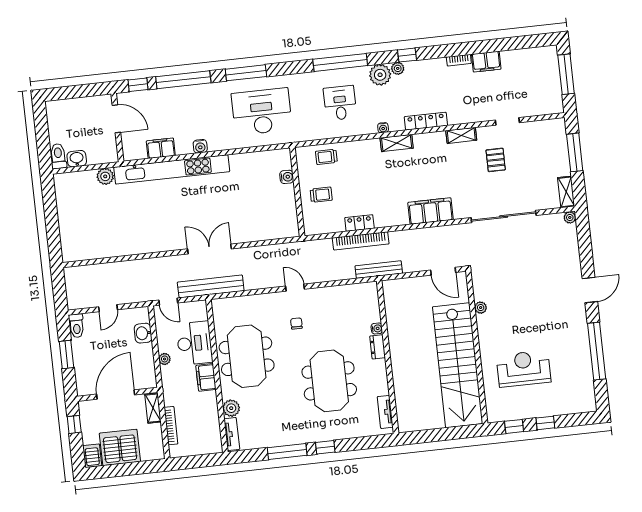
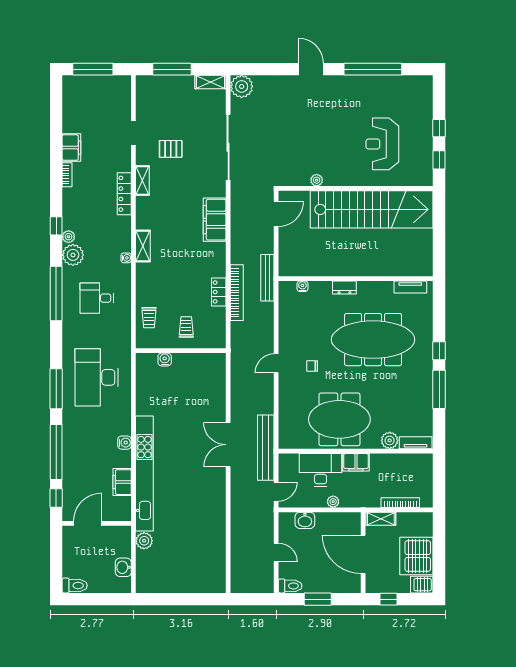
locker: (426, 121) -> (124, 194), moved
toilet: (58, 156) -> (75, 585), moved, turned 180
plant: (570, 217) -> (242, 86), width x1.88, depth x1.88
water cooler: (377, 328) -> (302, 286), moved
meeting table: (329, 381) -> (373, 340), width x1.36

